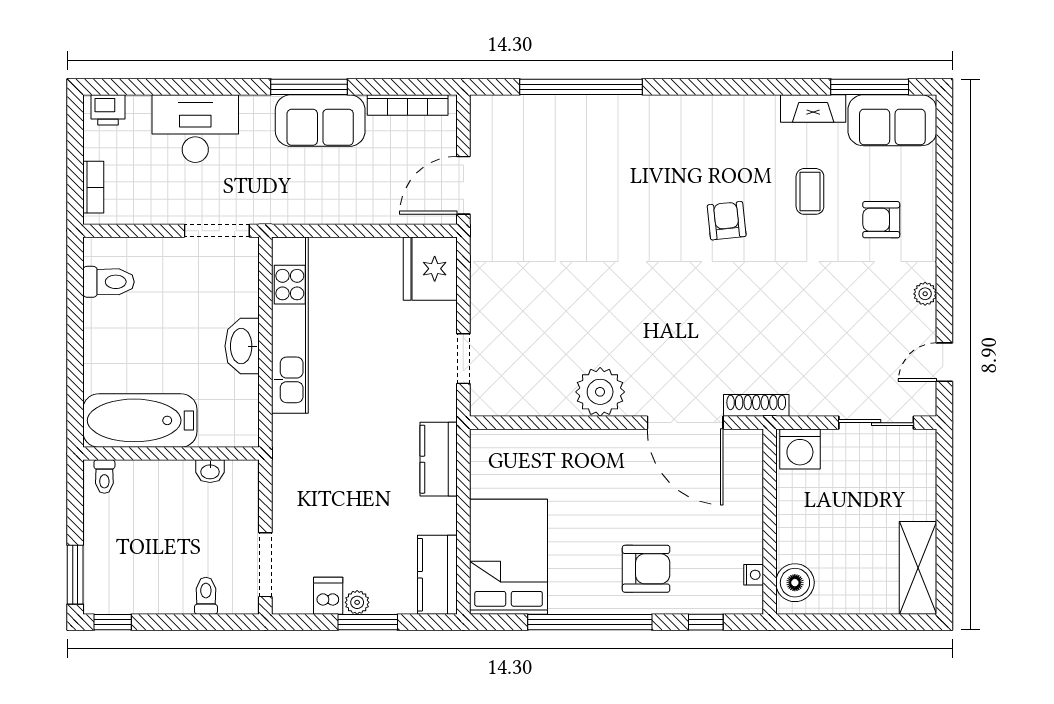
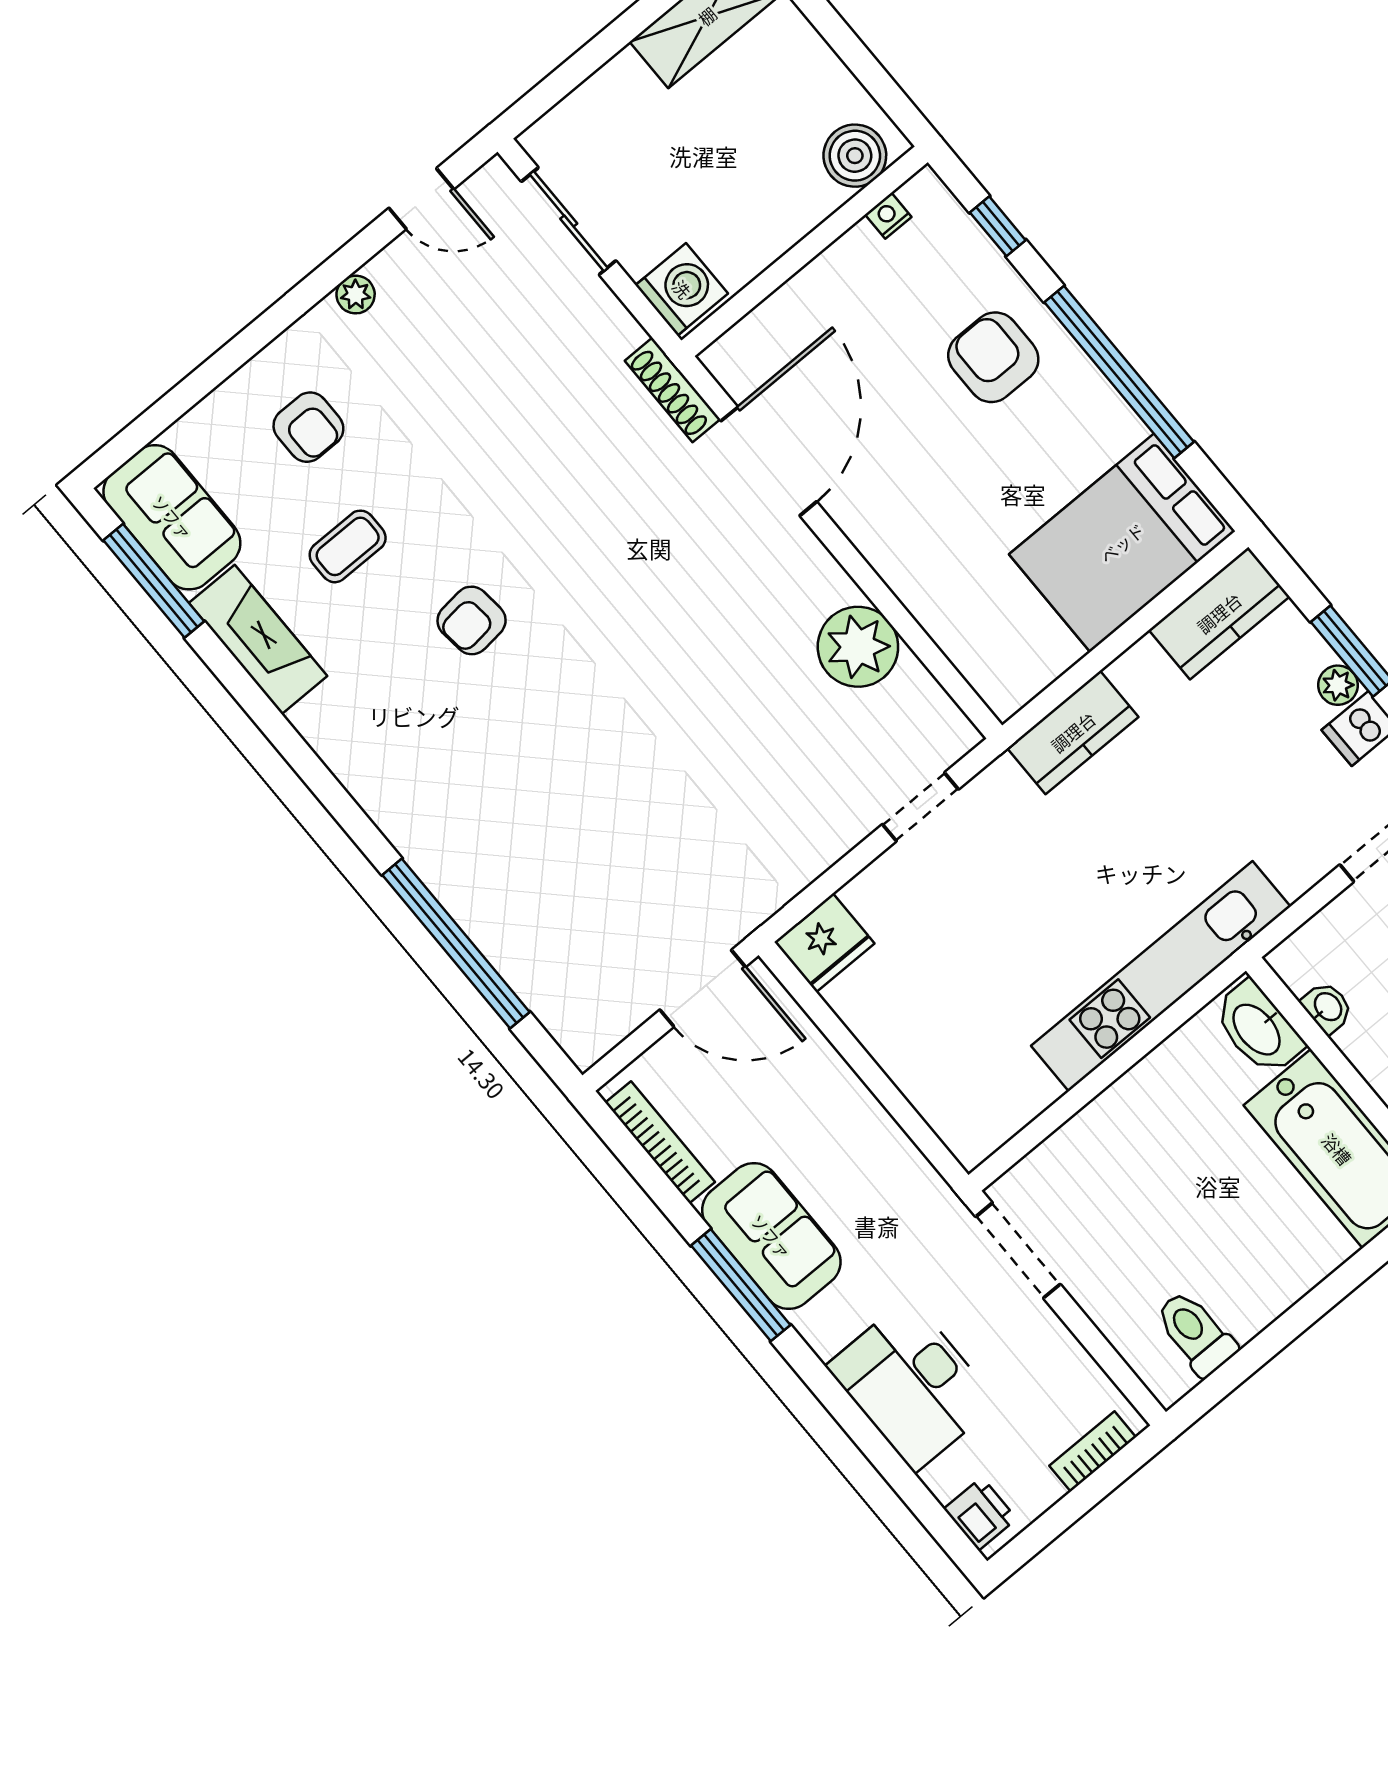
fireplace: (813, 108) -> (258, 640), width x1.37, depth x1.32
fridge: (430, 269) -> (824, 943), width x0.73, depth x0.75
kitchen unit: (290, 325) -> (1161, 976), moved
washbasin: (242, 346) -> (1258, 1028), moved, turned 90
plant: (600, 392) -> (858, 647), moved

